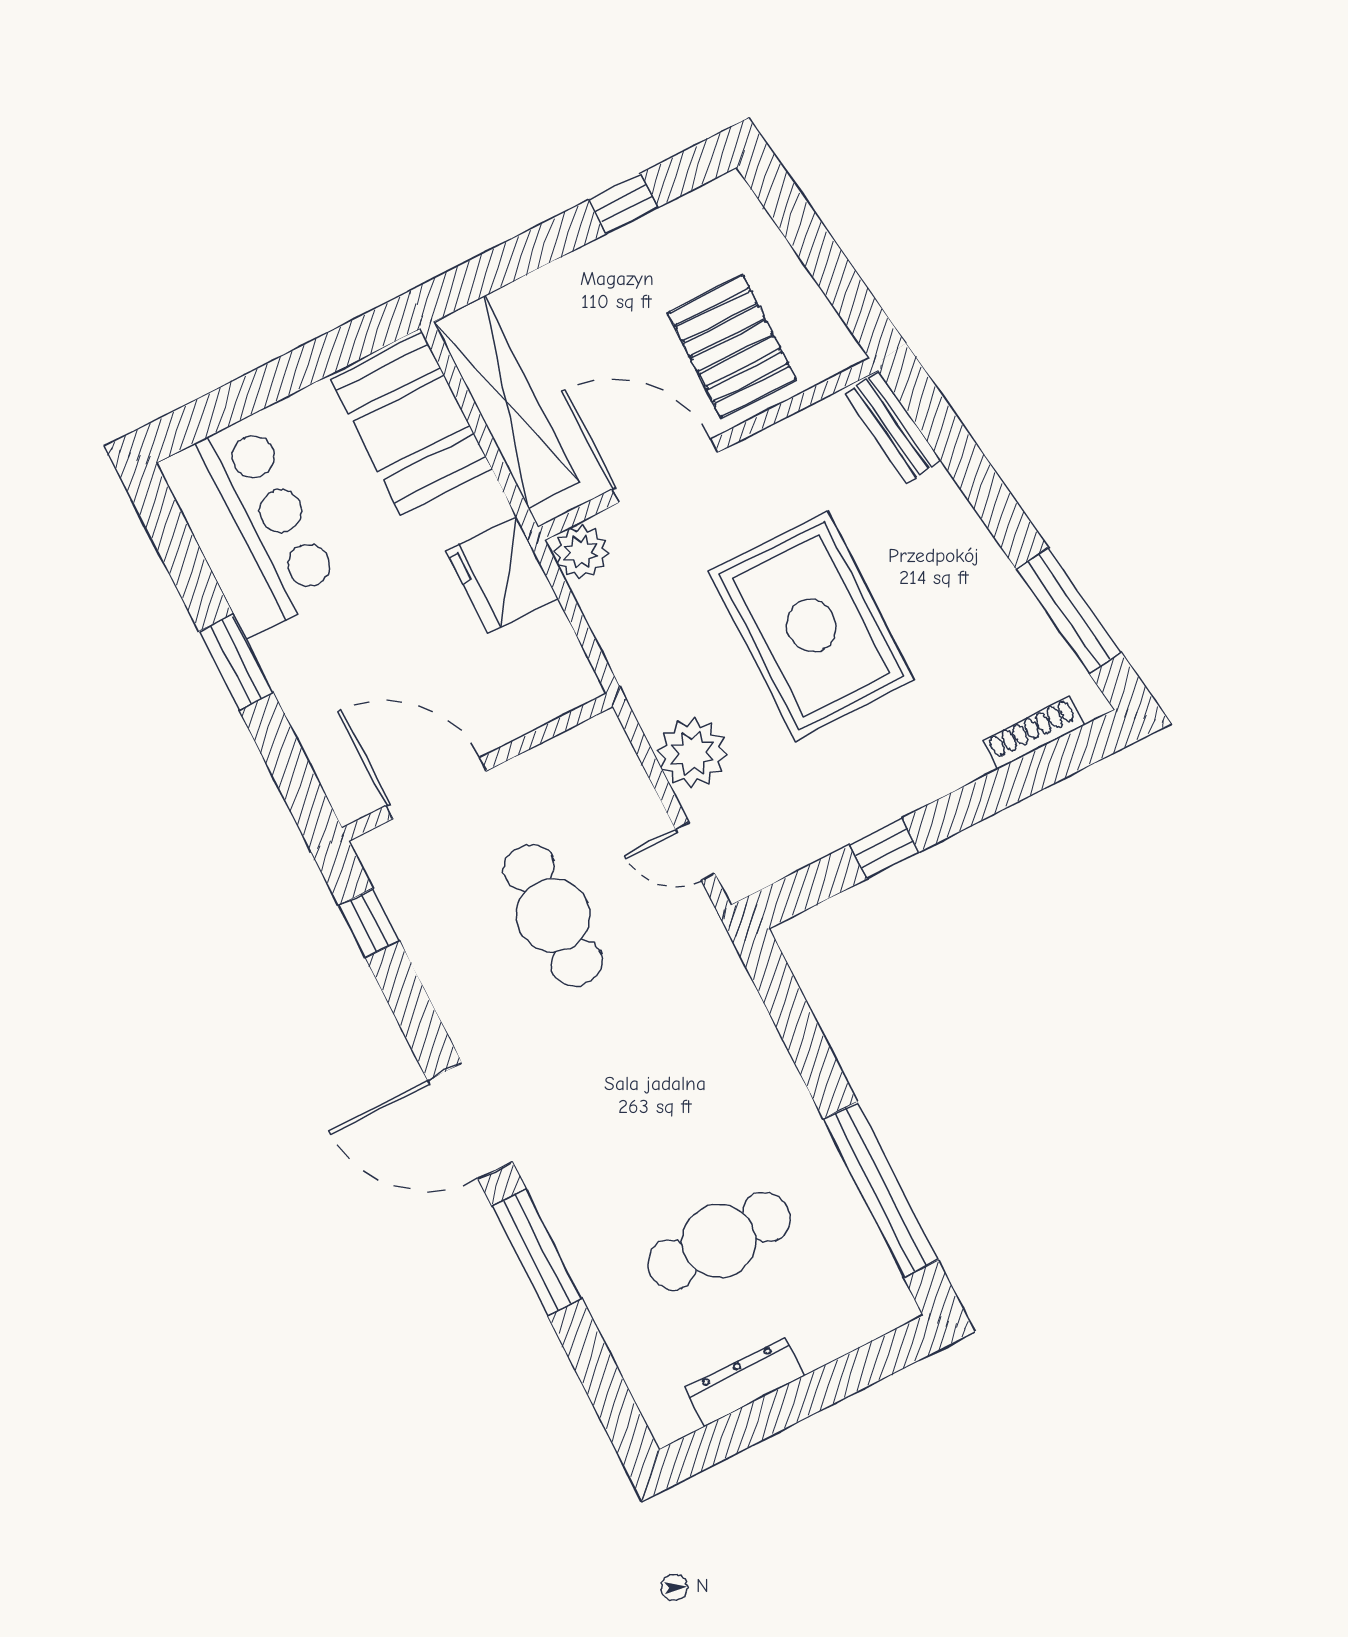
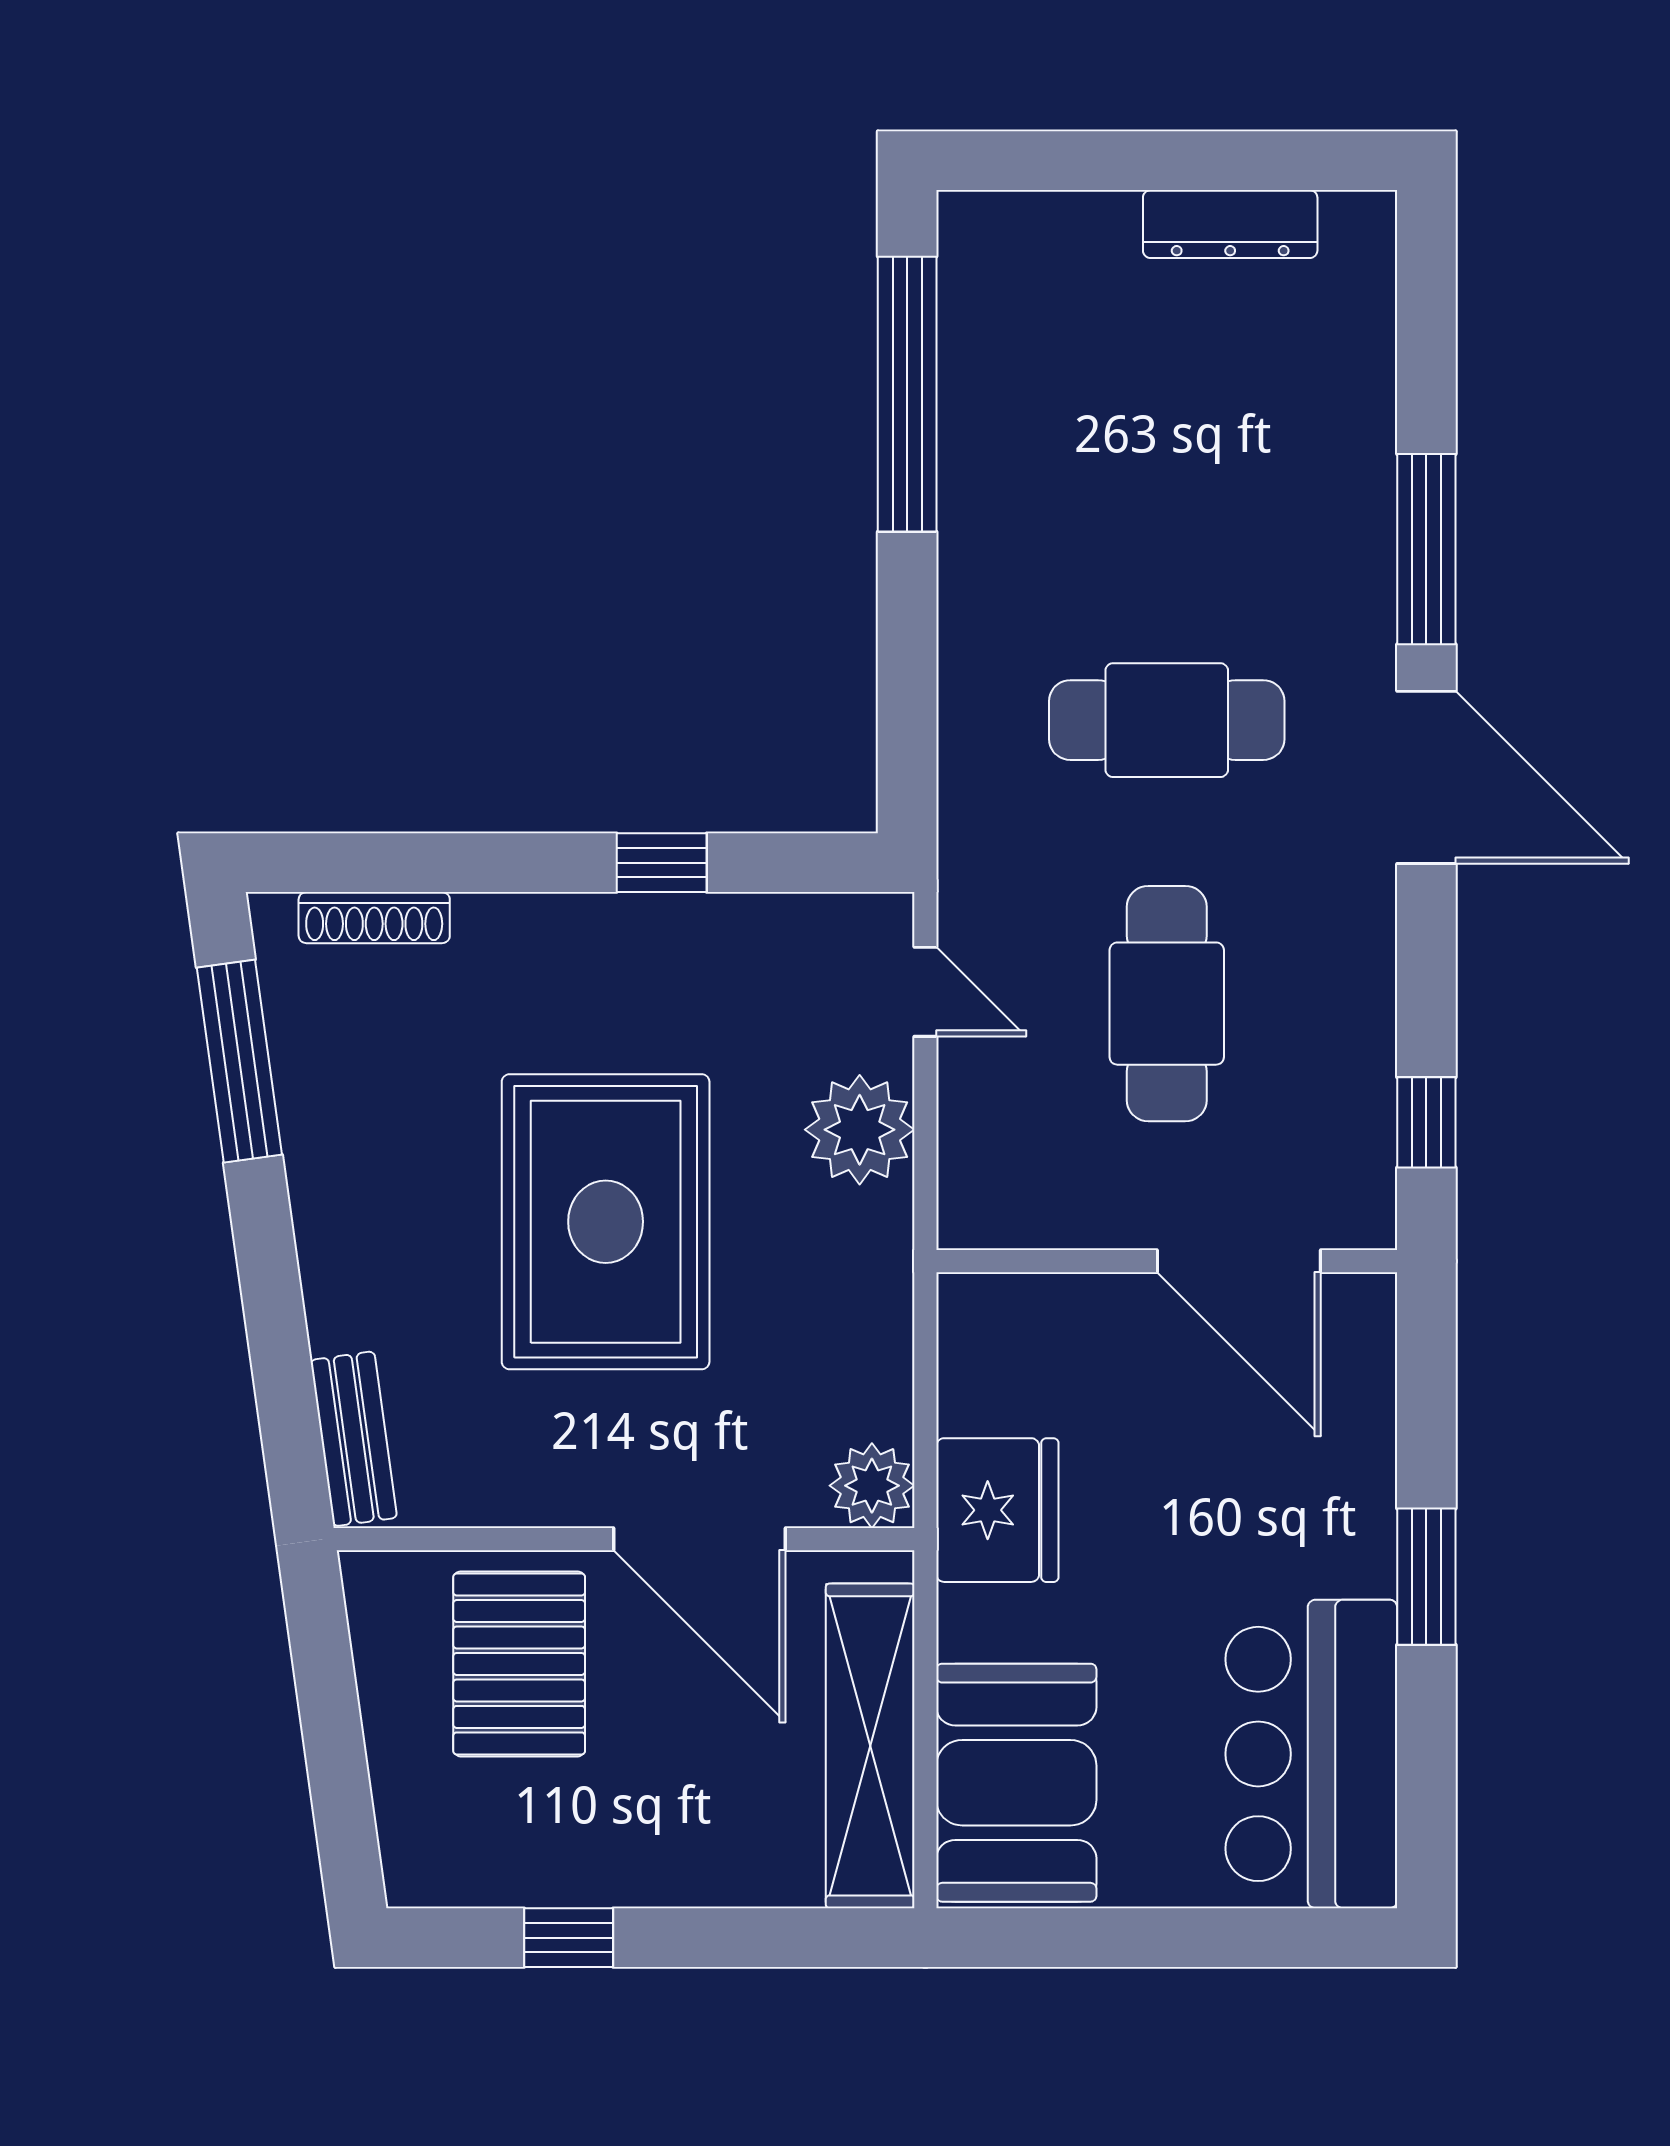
cafe table: (719, 1241) -> (1167, 720), moved

